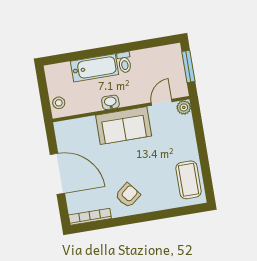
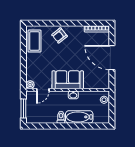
armchair: (128, 195) -> (60, 35), moved

